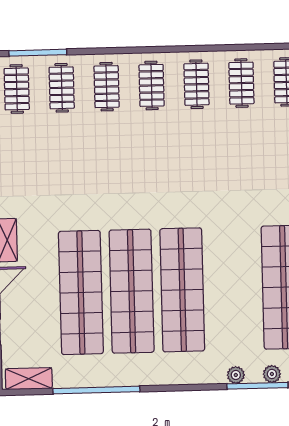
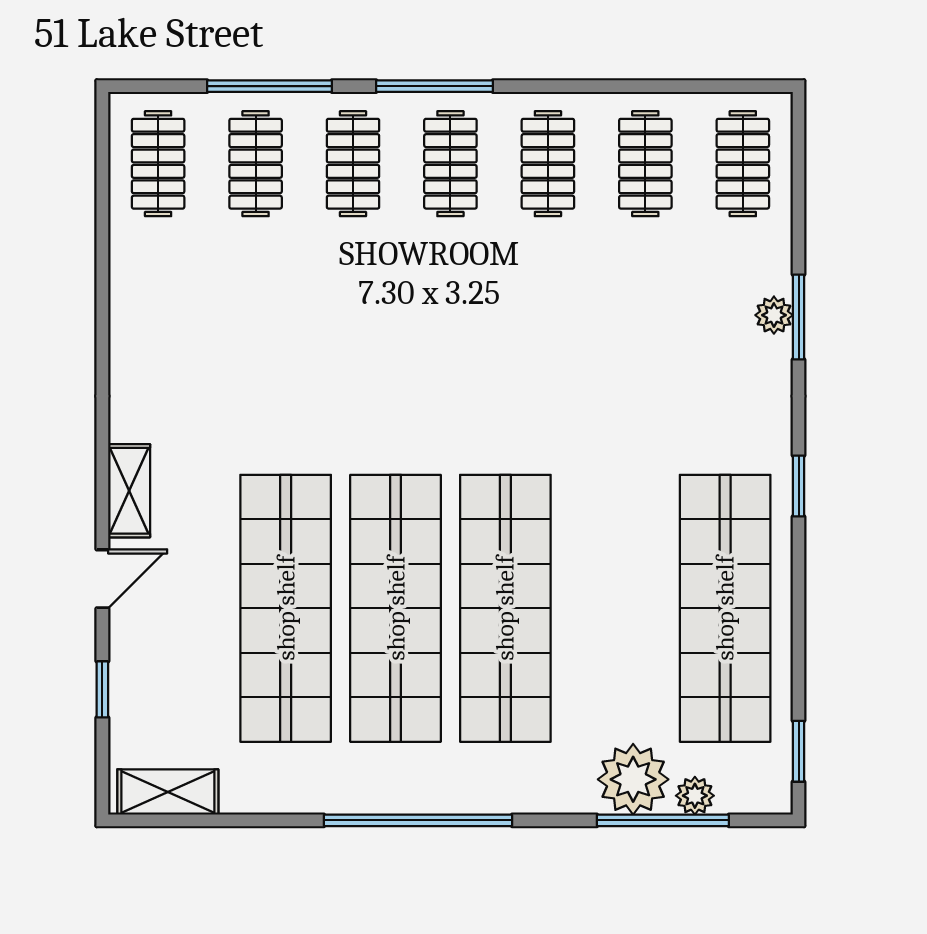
window: (143, 50) -> (435, 86), added
window: (38, 53) -> (270, 86), moved
plant: (236, 375) -> (633, 779), width x1.88, depth x1.88
window: (96, 390) -> (418, 820), moved

